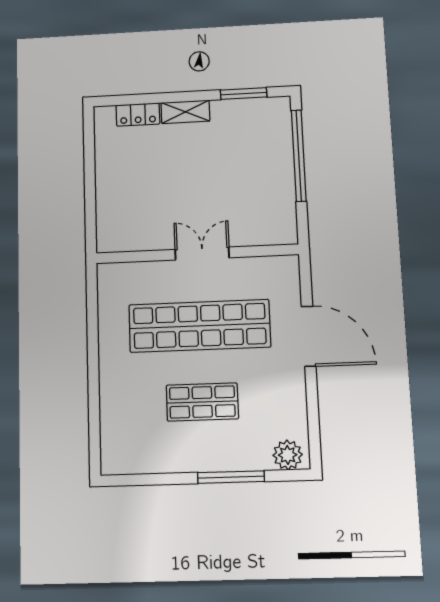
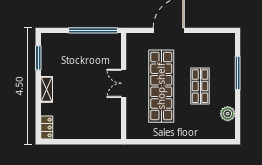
locker: (138, 114) -> (47, 128), moved
window: (299, 155) -> (93, 30), moved
plant: (288, 455) -> (228, 114), moved

